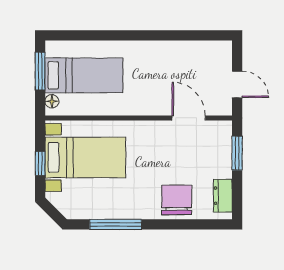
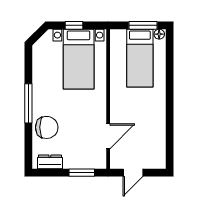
floor lamp: (52, 101) -> (159, 34), moved
window: (116, 224) -> (28, 103), moved

